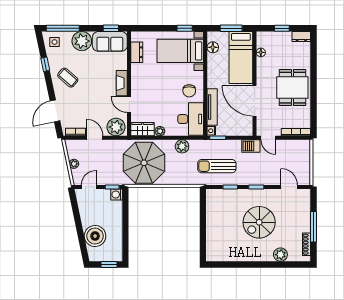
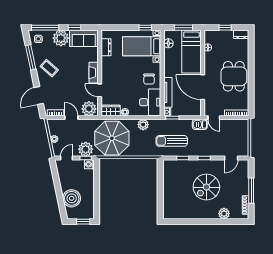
window: (111, 28) -> (74, 28), moved
window: (45, 64) -> (31, 57), width x2.17
plant: (112, 176) -> (86, 149), added
door: (289, 187) -> (231, 158), swing flipped

